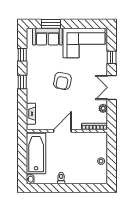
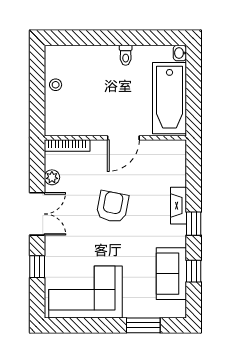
sofa: (47, 37) -> (171, 274), moved, turned -90
armchair: (62, 81) -> (112, 207), moved
fireplace: (31, 114) -> (178, 206), moved

